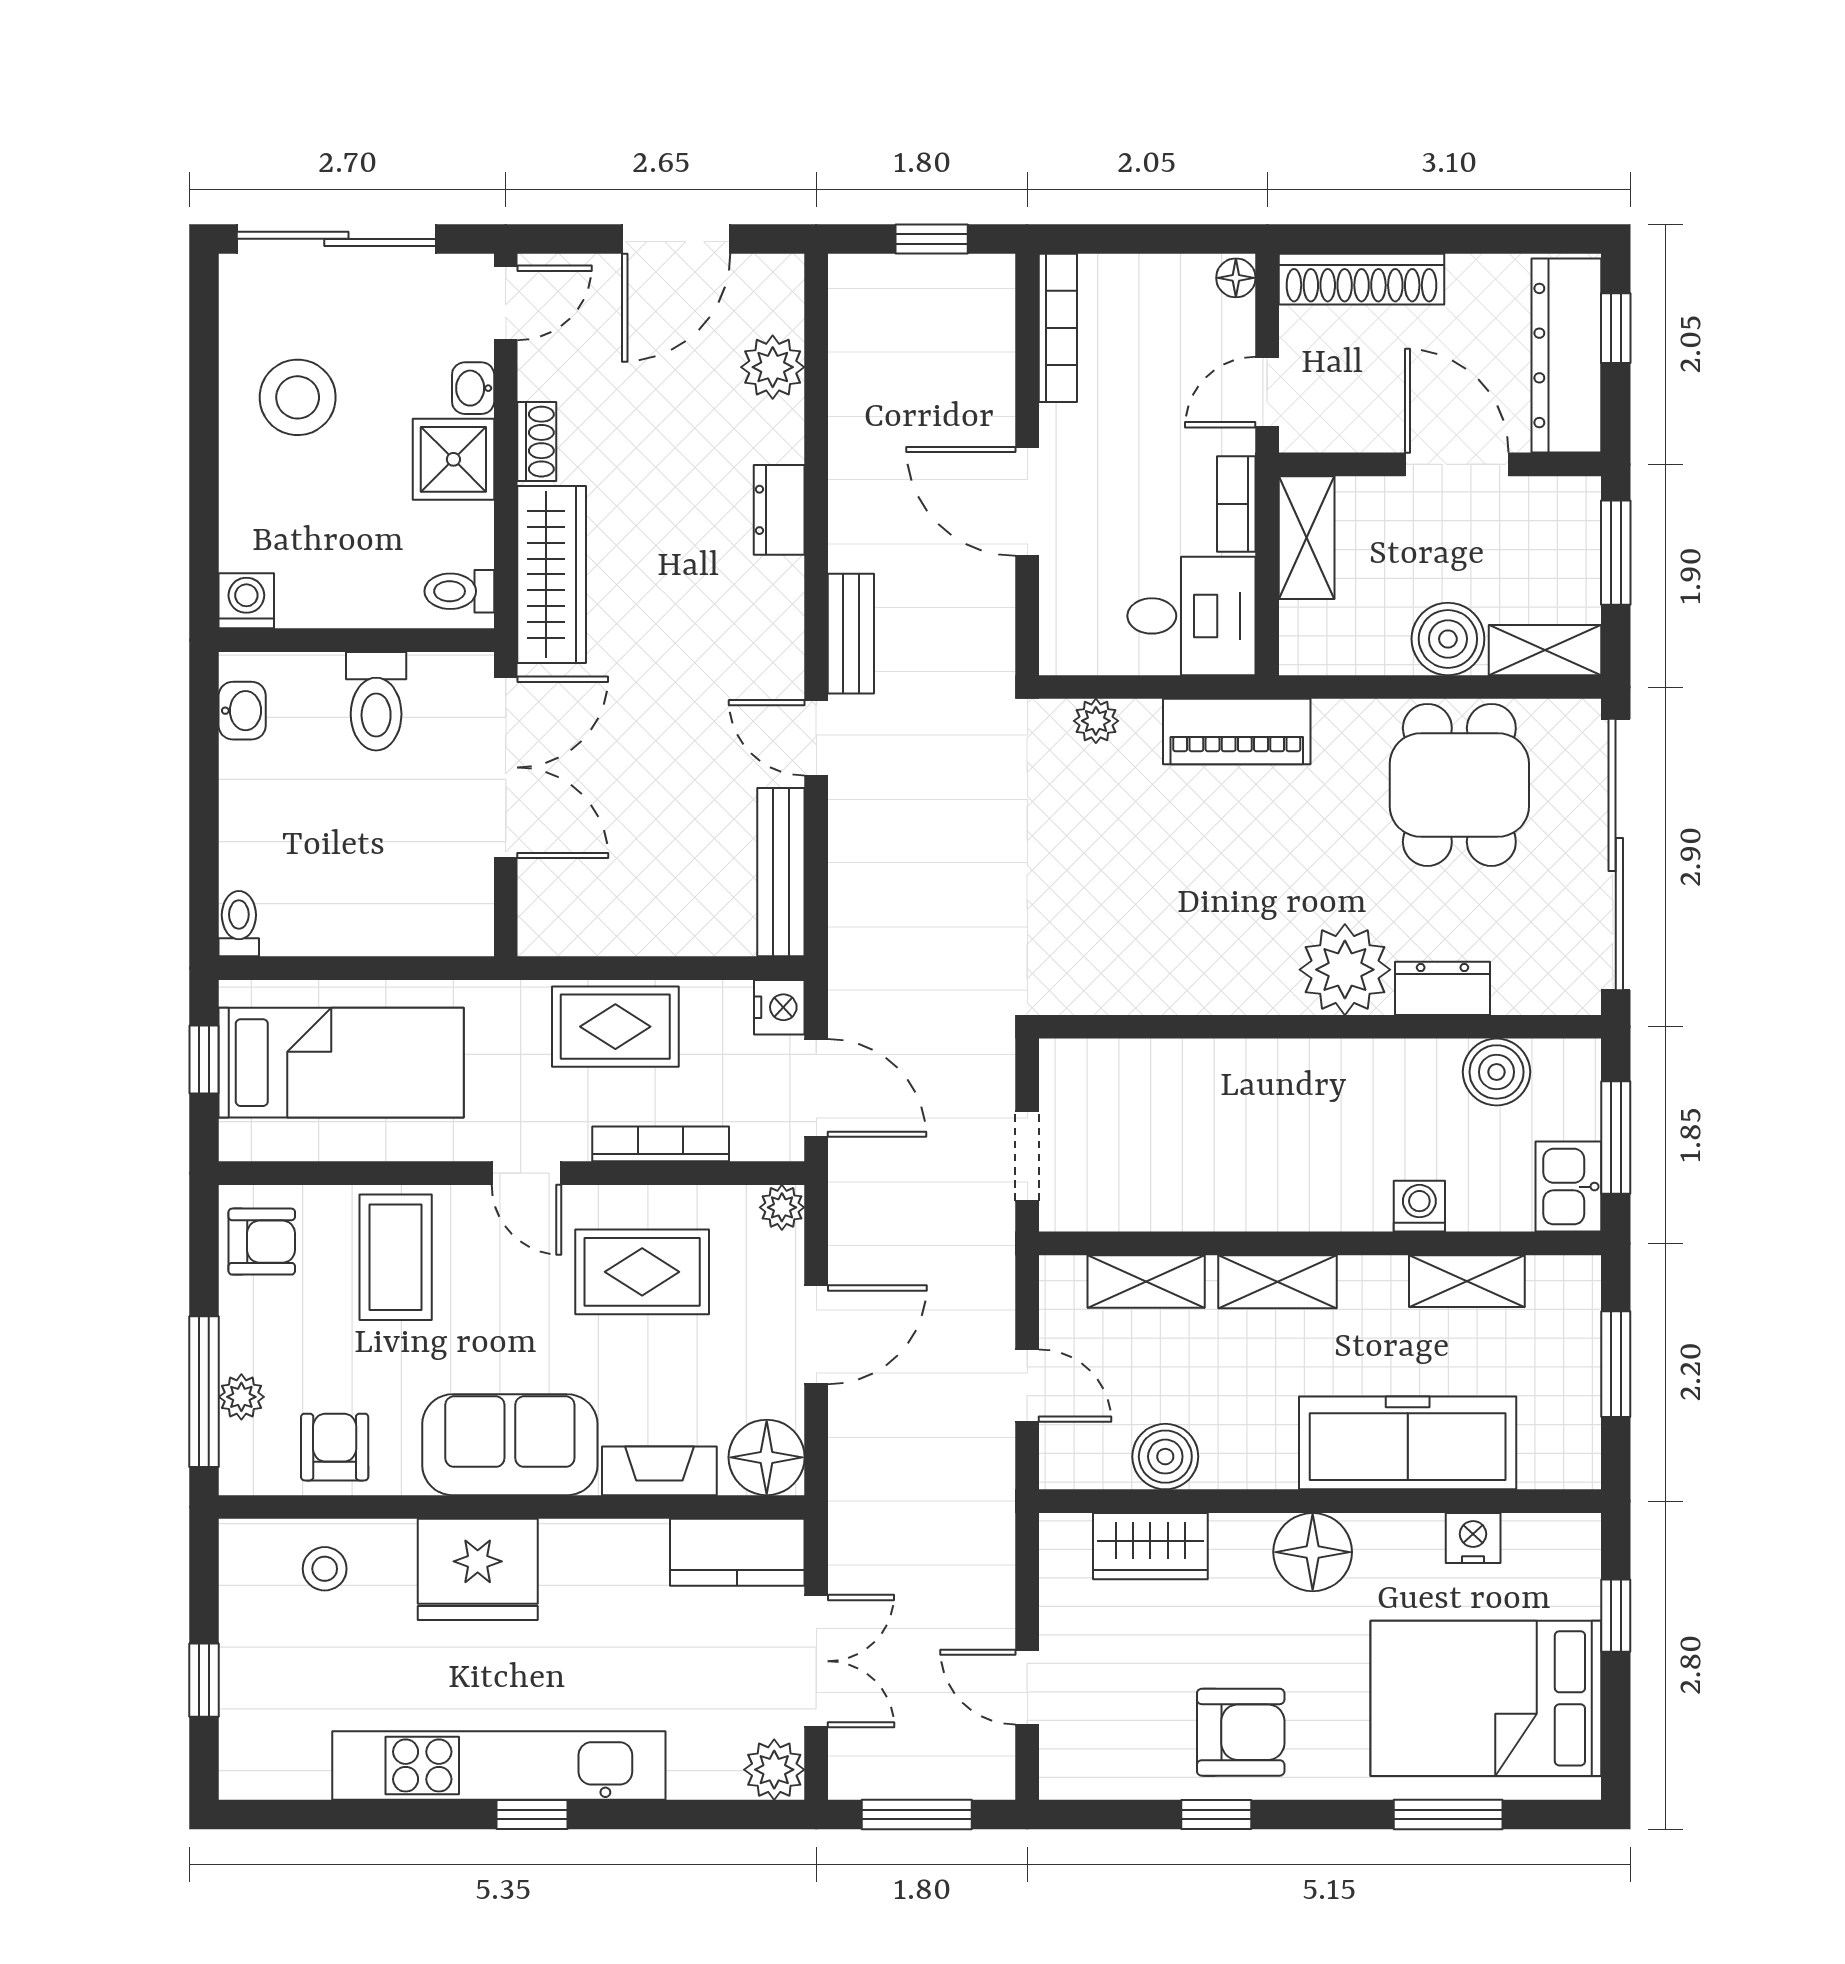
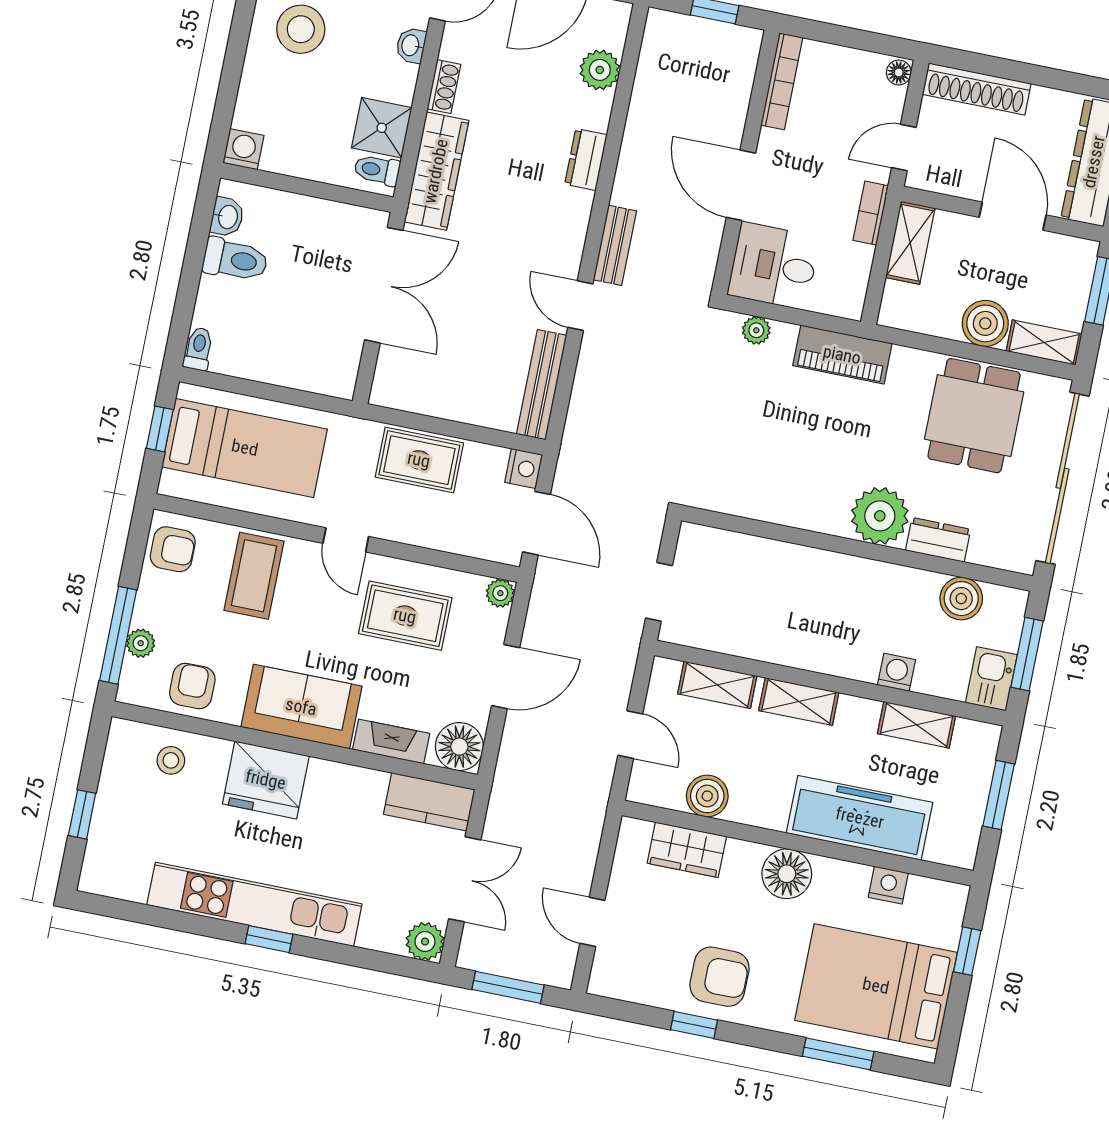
shower: (453, 459) -> (382, 128), moved
desk: (1191, 616) -> (774, 266), moved, turned 180
toilet: (376, 701) -> (235, 260), moved, turned -90
bookcase: (661, 1144) -> (433, 539), removed

